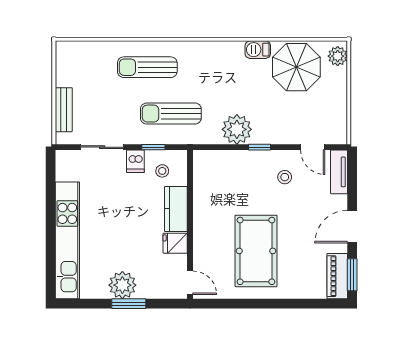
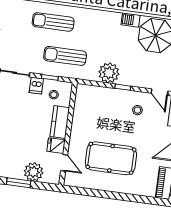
pool table: (256, 251) -> (111, 158), turned 90
door: (190, 283) -> (64, 163), moved
plant: (122, 285) -> (34, 172), moved

